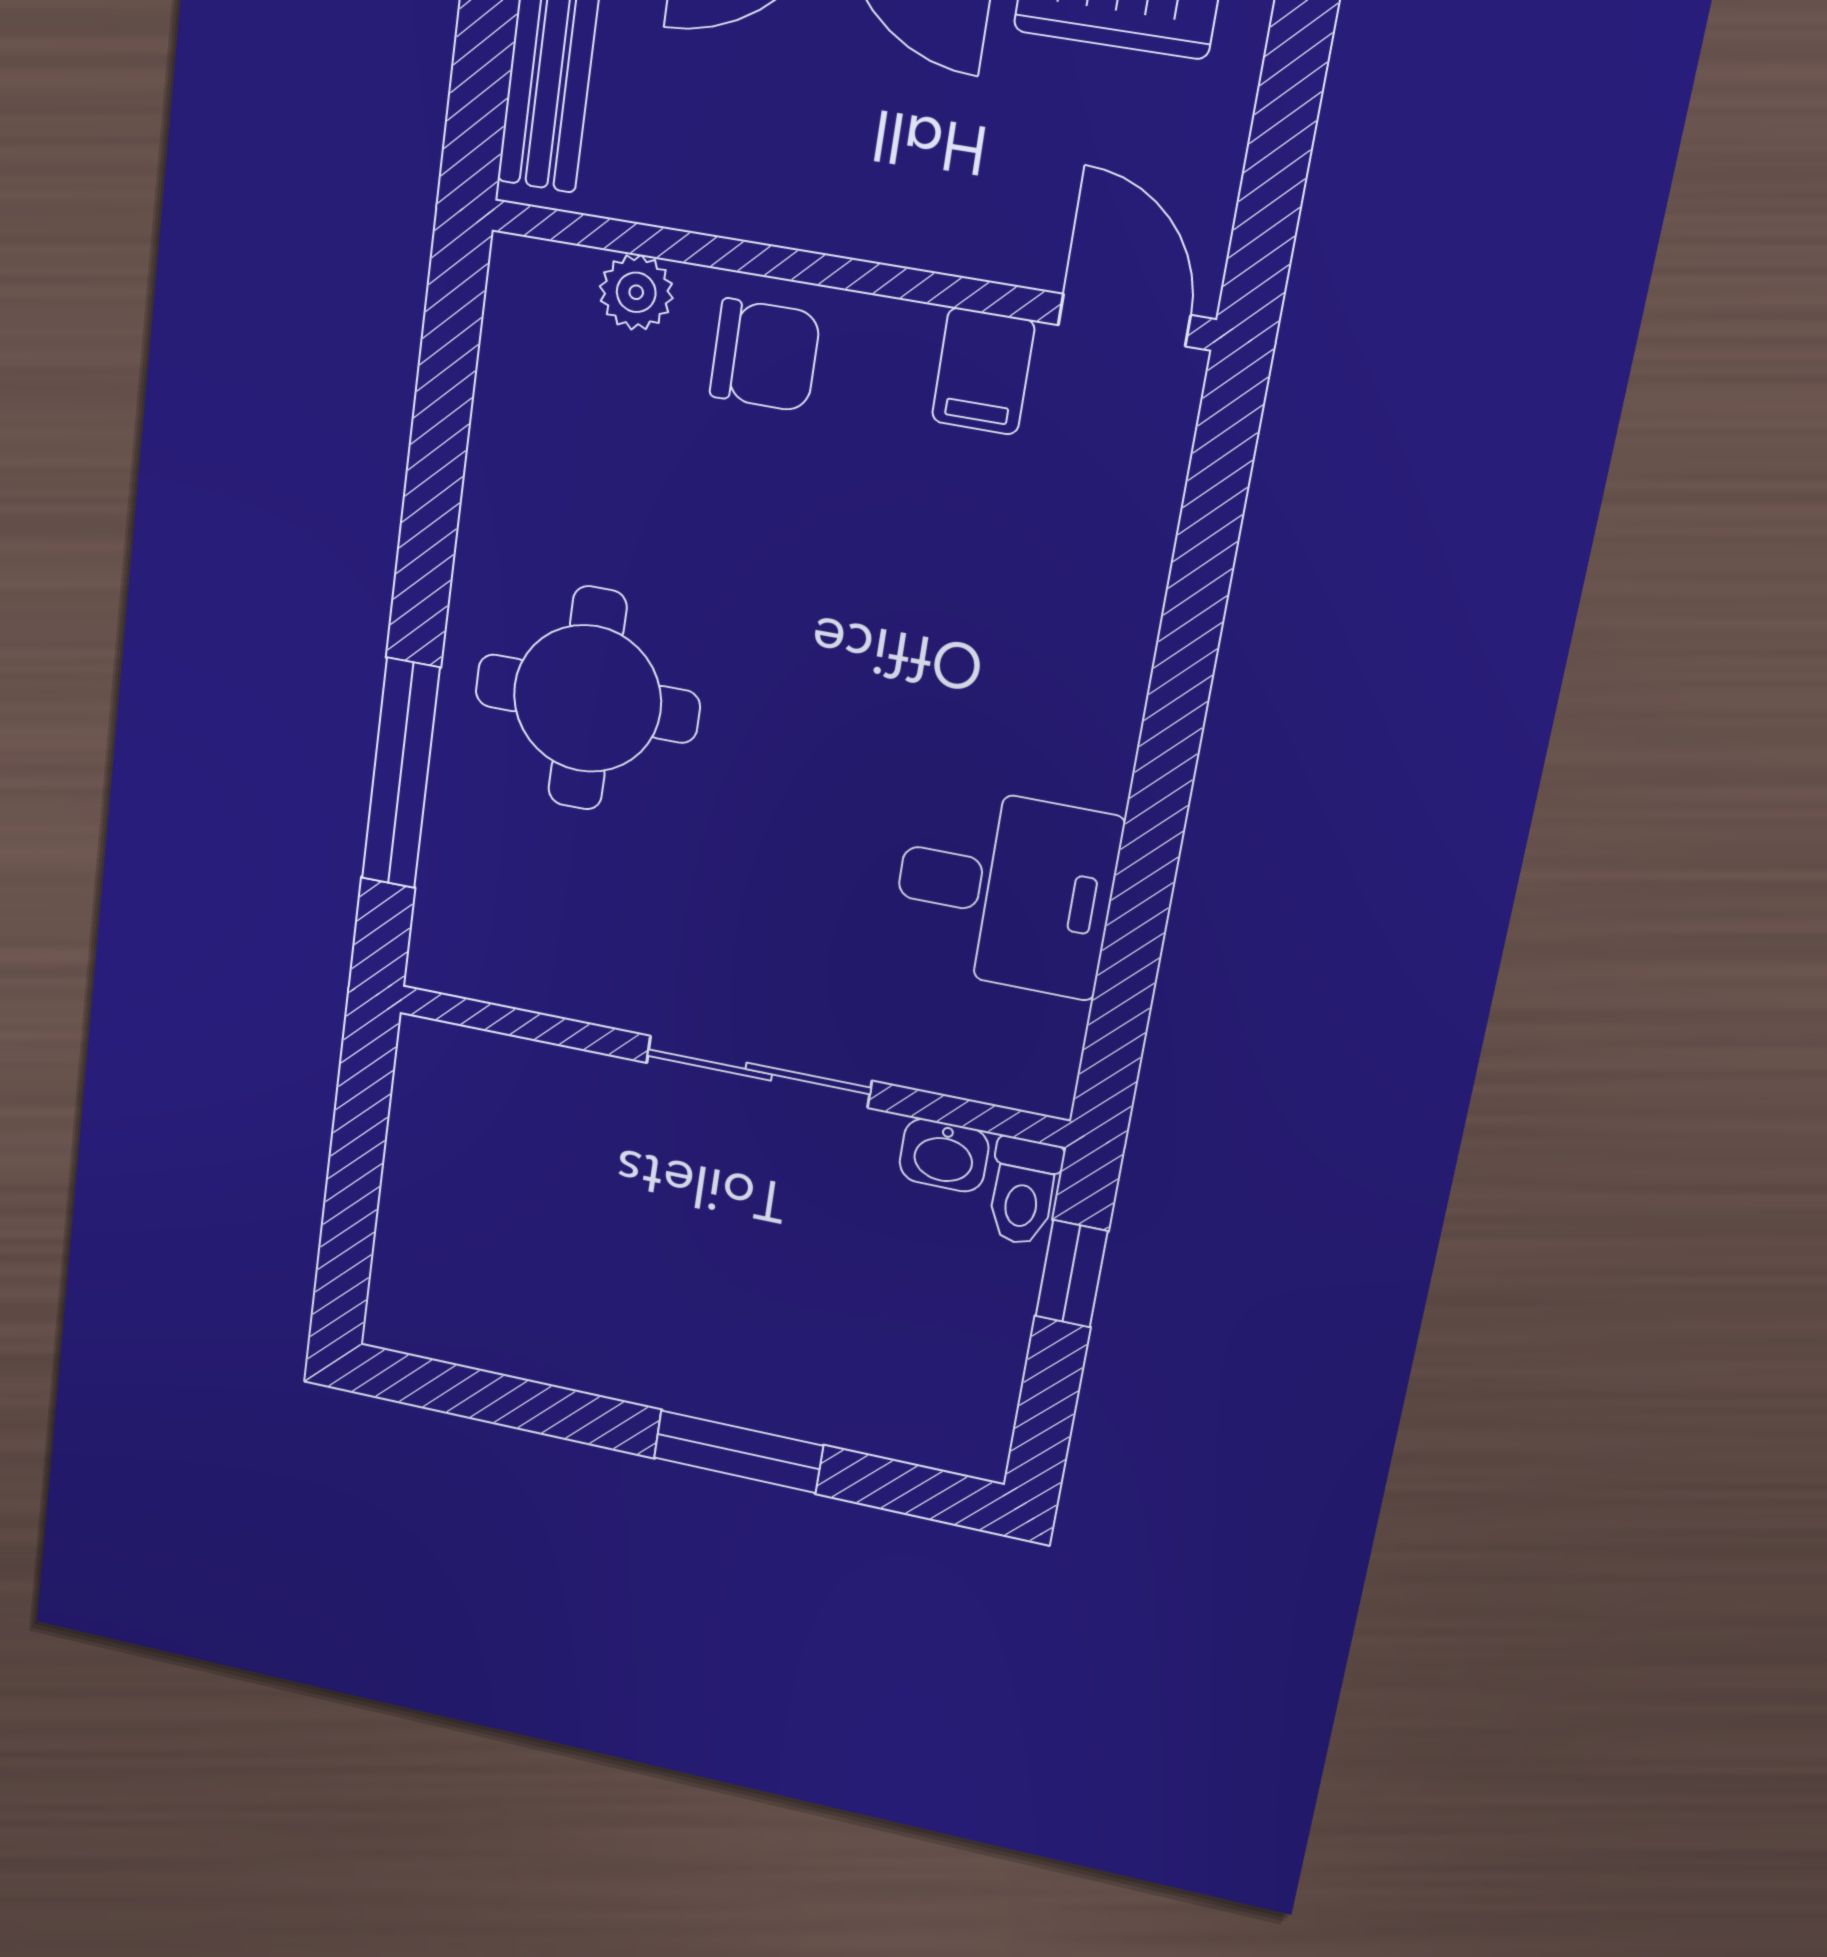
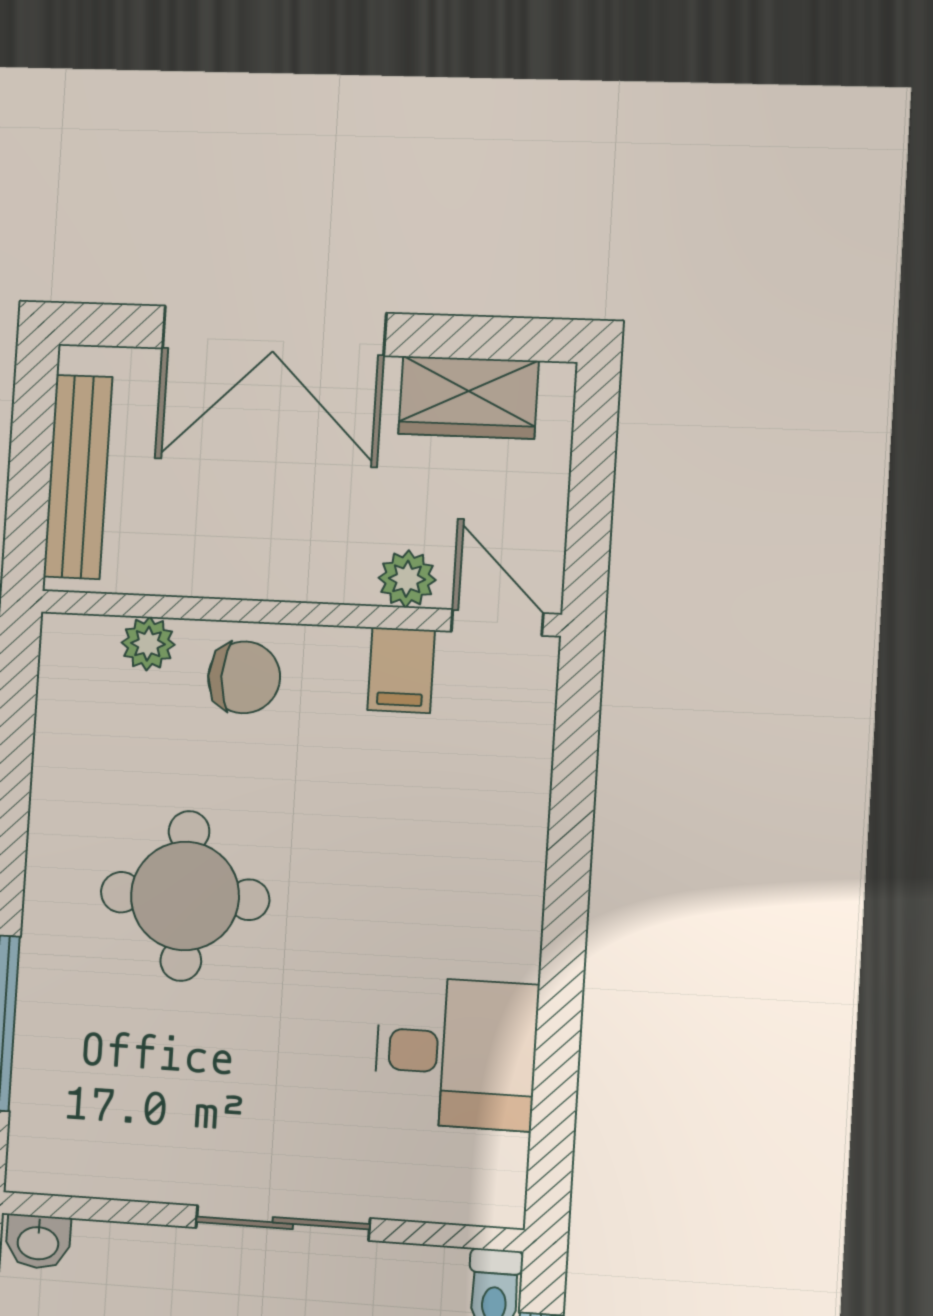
plant: (1004, 243) -> (407, 579), added
round table: (587, 699) -> (185, 896), moved
washbasin: (944, 1155) -> (38, 1242), moved

